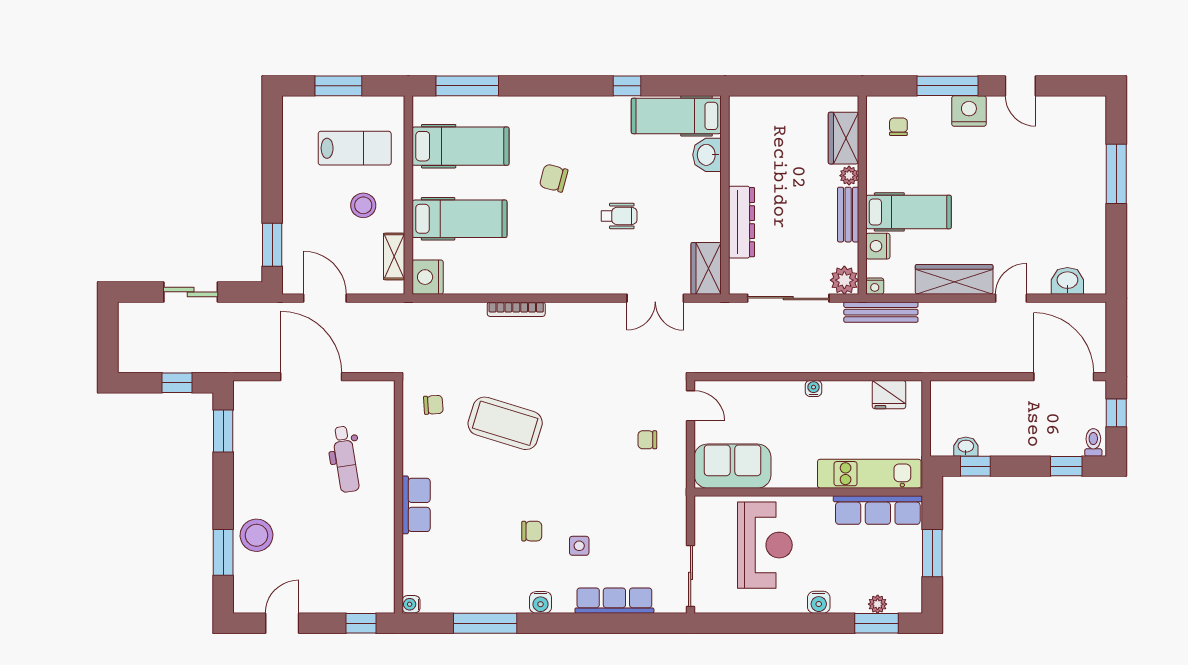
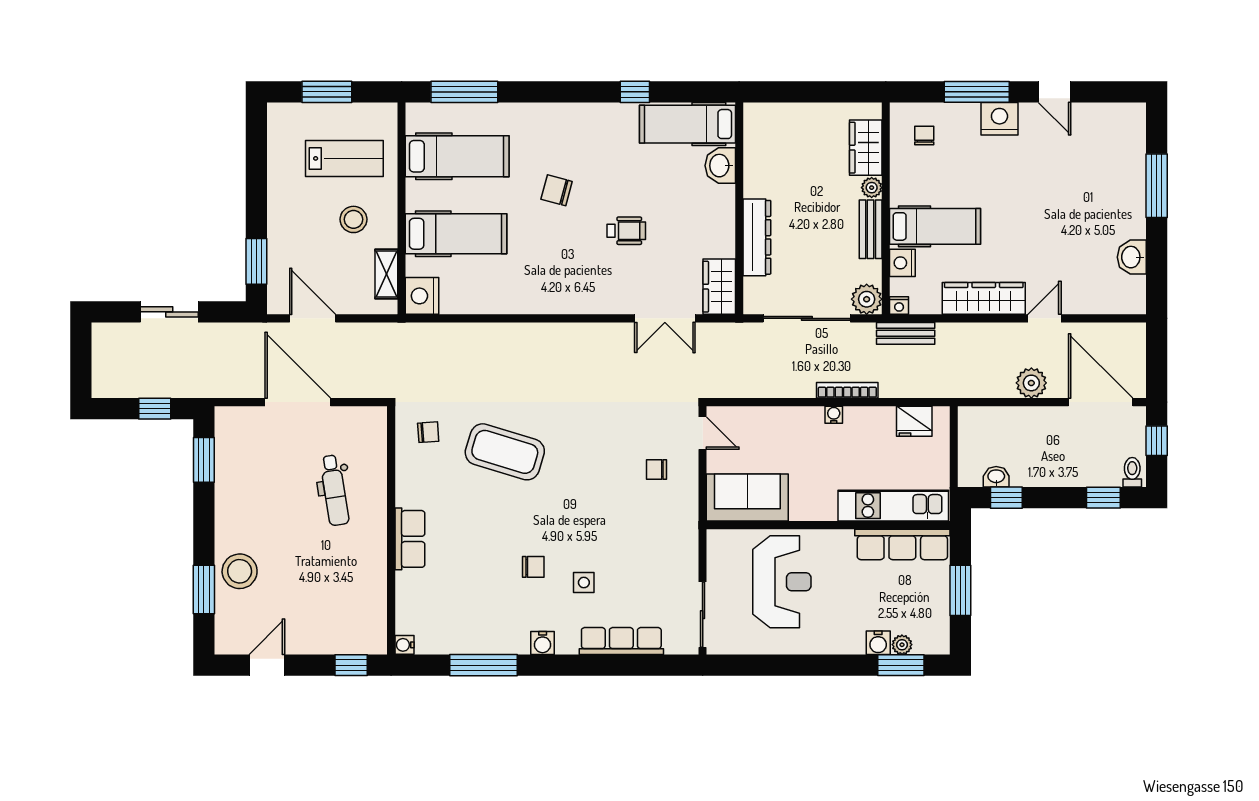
washbasin: (1067, 281) -> (1132, 257), moved, turned -90
bookcase: (516, 309) -> (847, 390), moved, turned 180
bench: (881, 312) -> (906, 333), width x0.73
plant: (999, 359) -> (1031, 383), added
water cooler: (819, 602) -> (878, 643), moved

